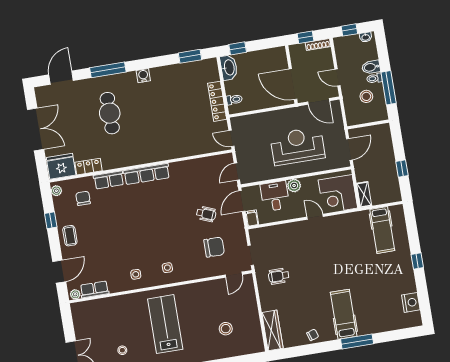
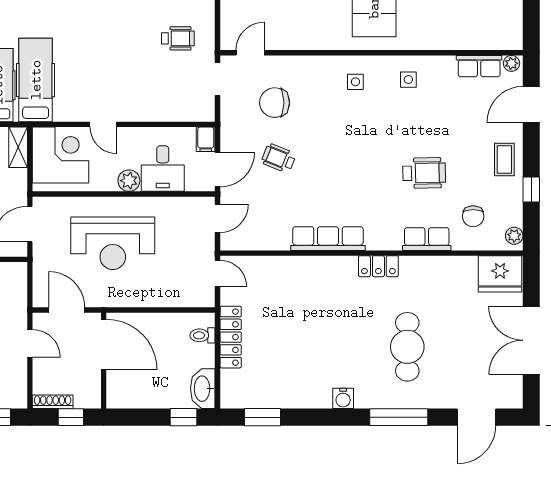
locker: (89, 167) -> (378, 266), moved
row of seats: (147, 174) -> (328, 239), moved
wheelchair: (117, 220) -> (424, 173), added
hospital bed: (360, 237) -> (36, 80), added

